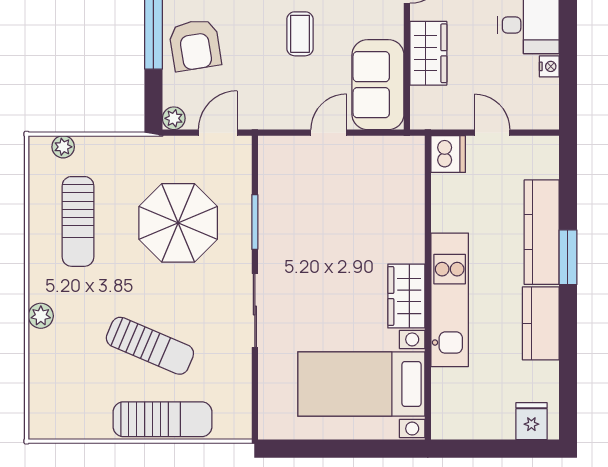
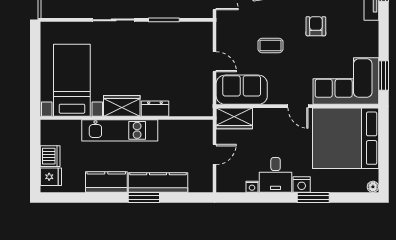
wardrobe: (428, 53) -> (234, 118), moved
dishwasher: (448, 154) -> (50, 156), moved, turned -90
dresser: (411, 238) -> (155, 109), added

